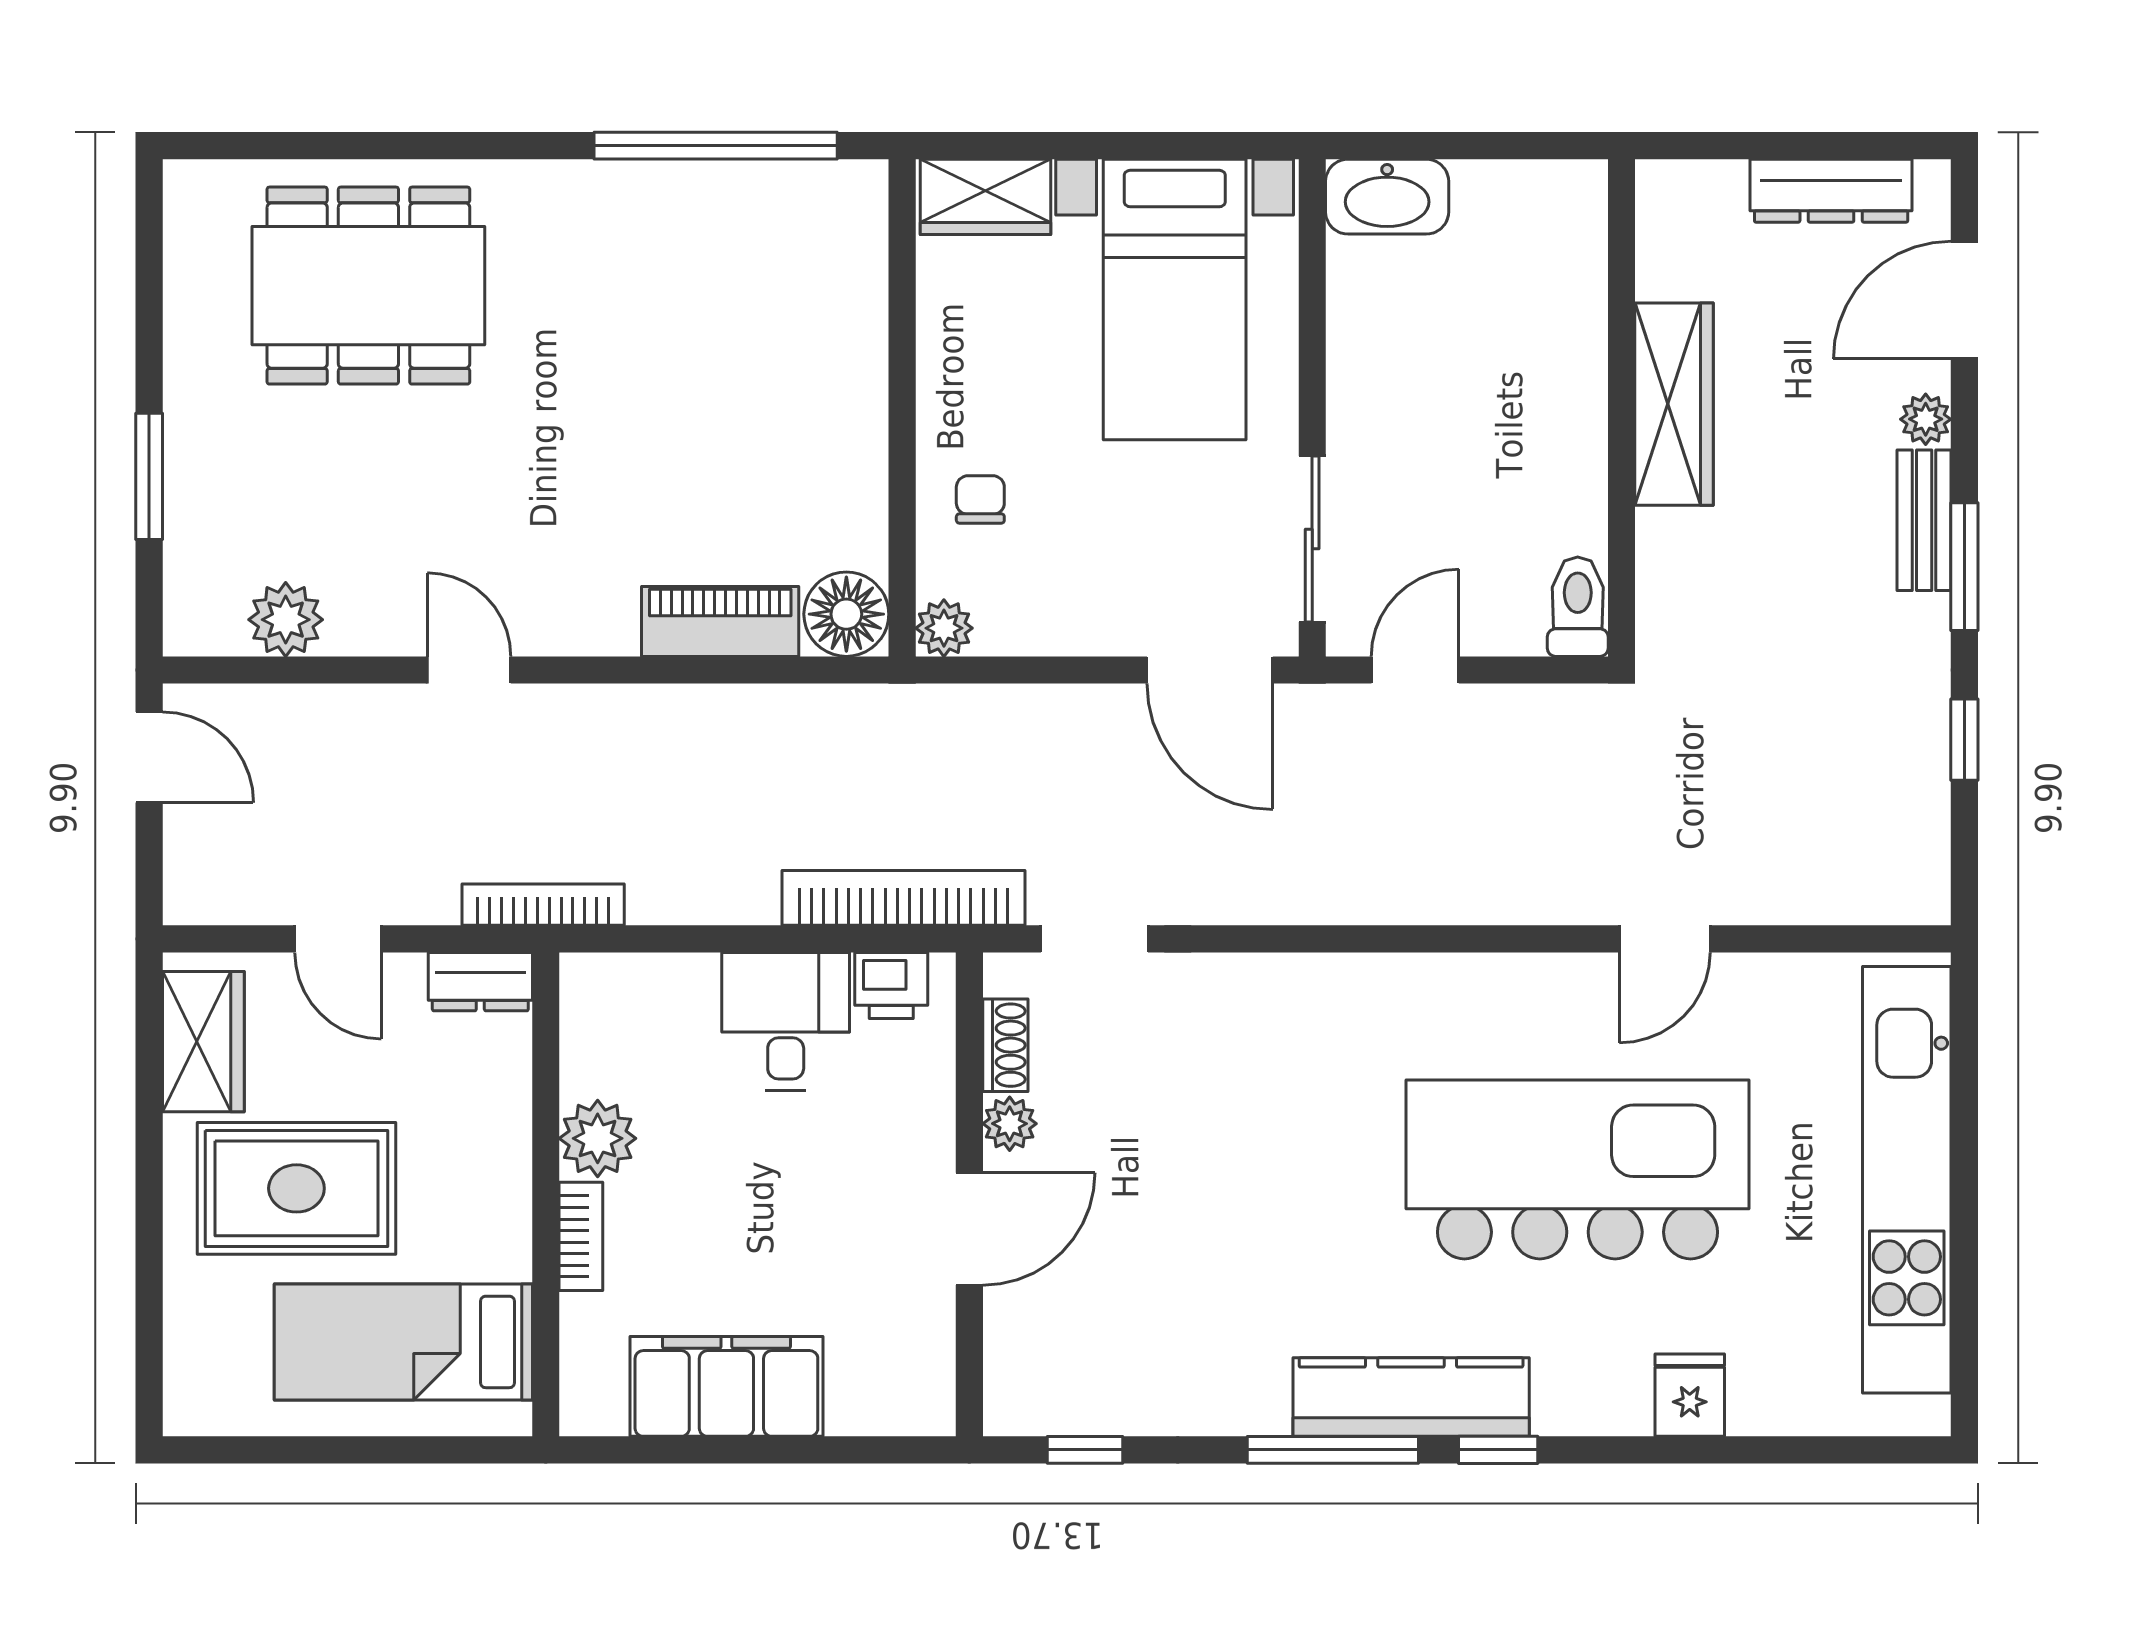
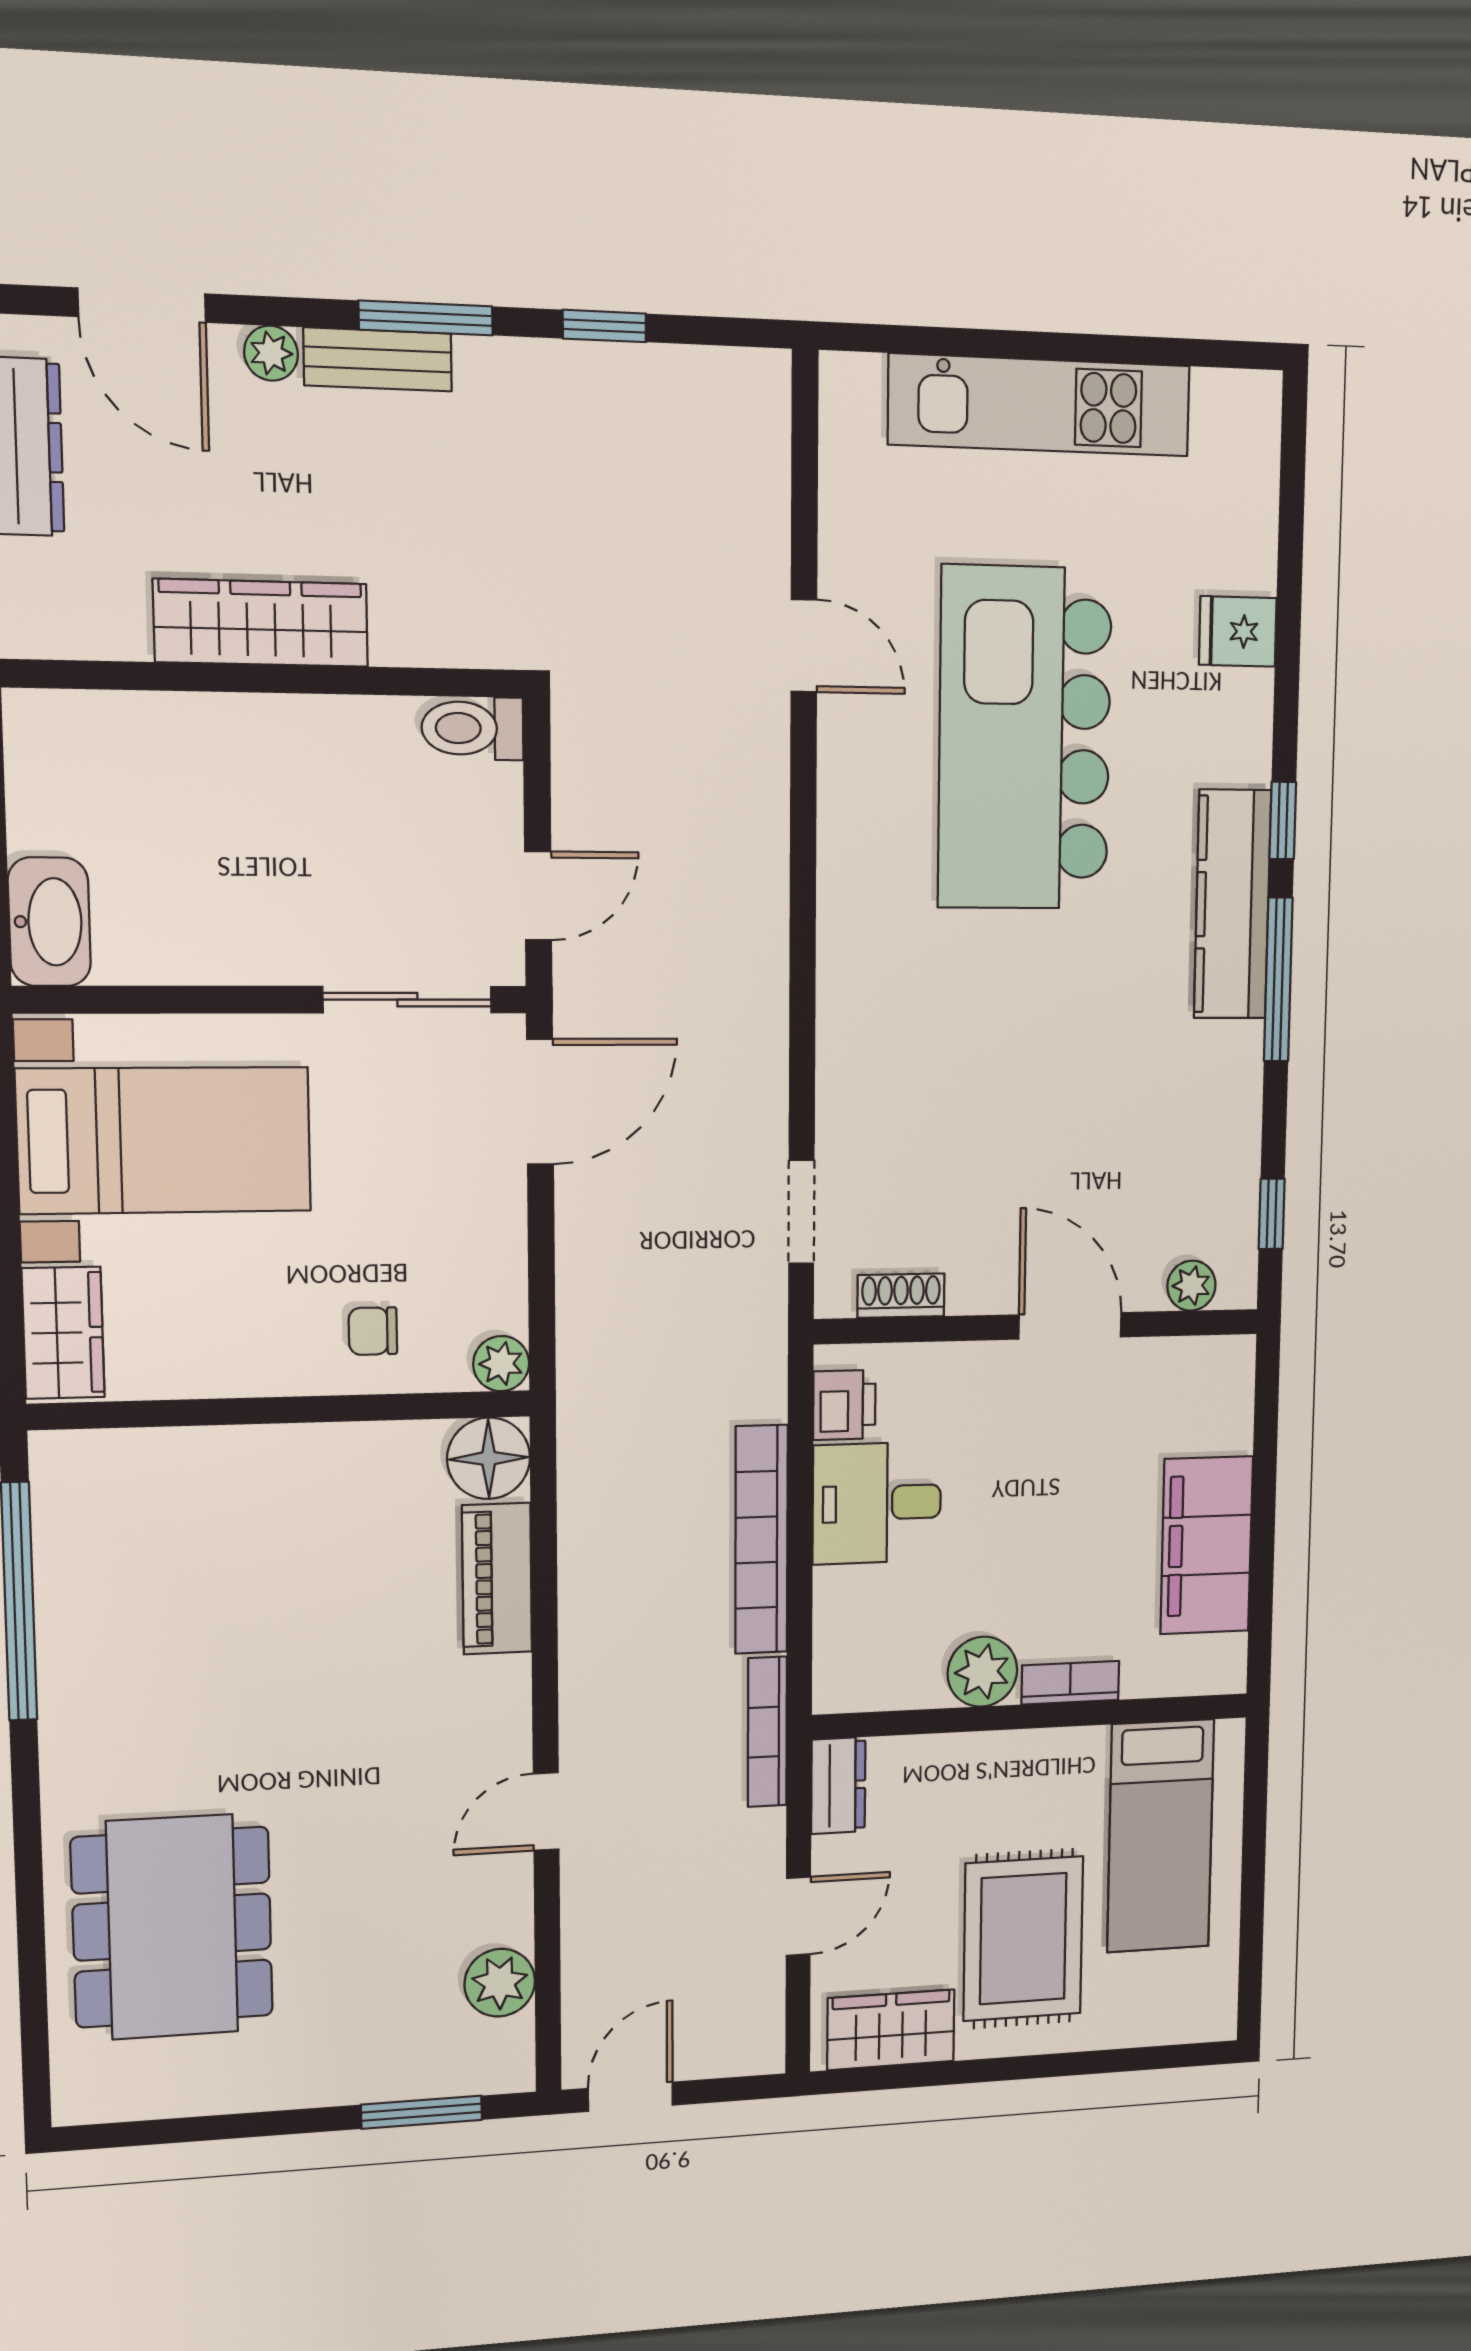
window: (149, 476) -> (422, 2112), moved
door: (1415, 670) -> (538, 896), swing flipped
bookcase: (903, 898) -> (762, 1540), moved
plant: (1010, 1124) -> (1191, 1286), moved
kitchen unit: (1907, 1180) -> (1040, 405), width x0.73

